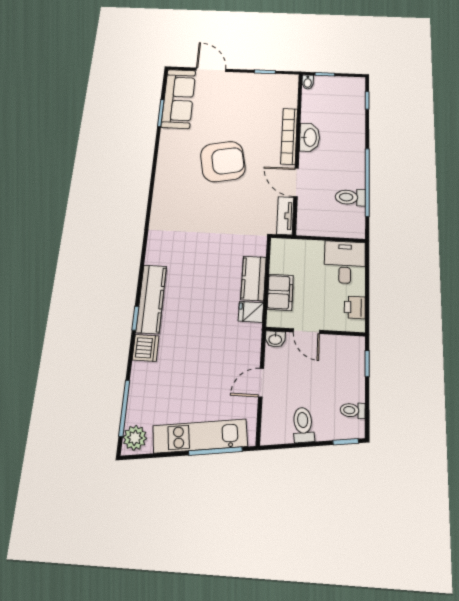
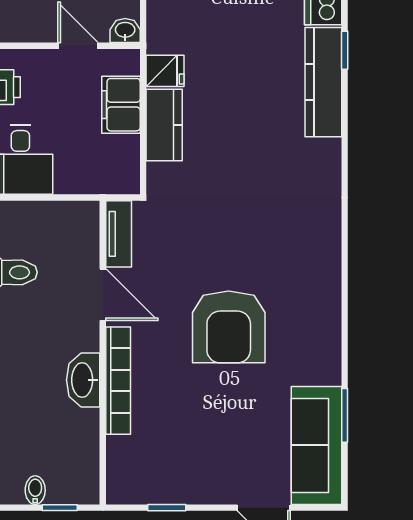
bidet: (308, 82) -> (35, 490), moved
armchair: (223, 162) -> (229, 327), turned -79

